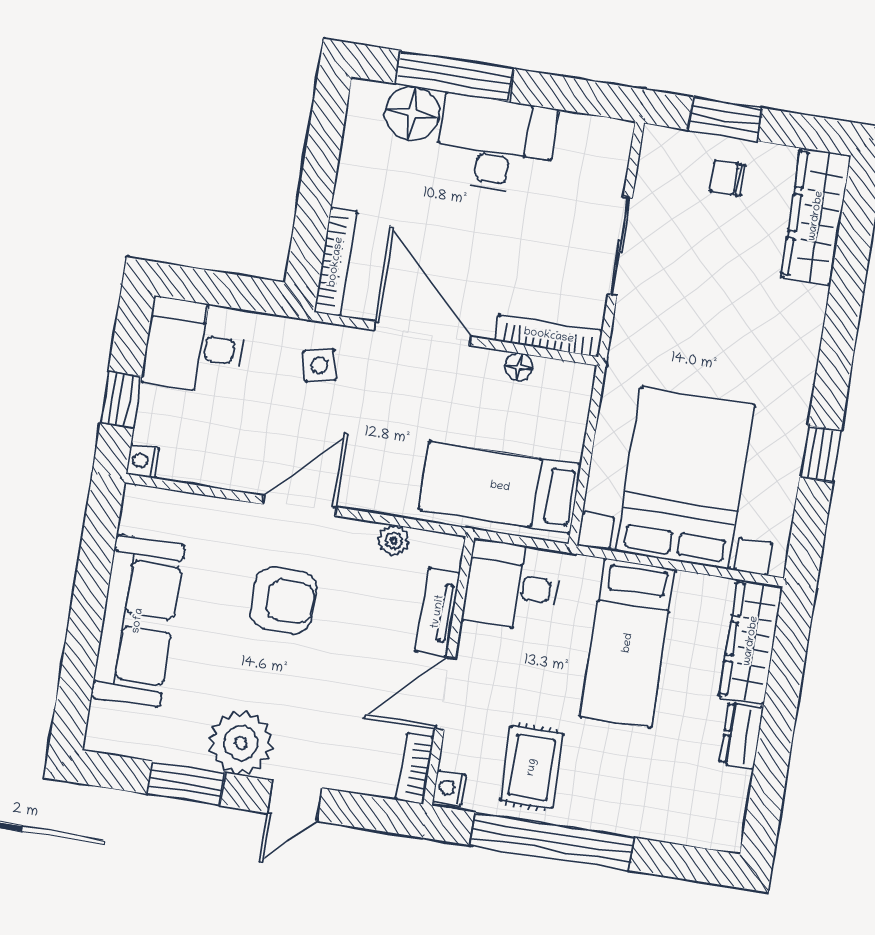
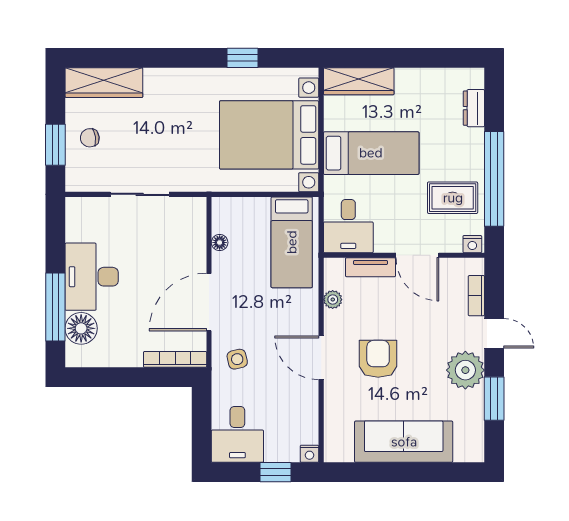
chair: (728, 178) -> (90, 138), turned 82
bookcase: (549, 336) -> (199, 228), removed
dresser: (741, 735) -> (474, 108), moved, turned 90
bookcase: (415, 769) -> (476, 296), moved, turned 90

